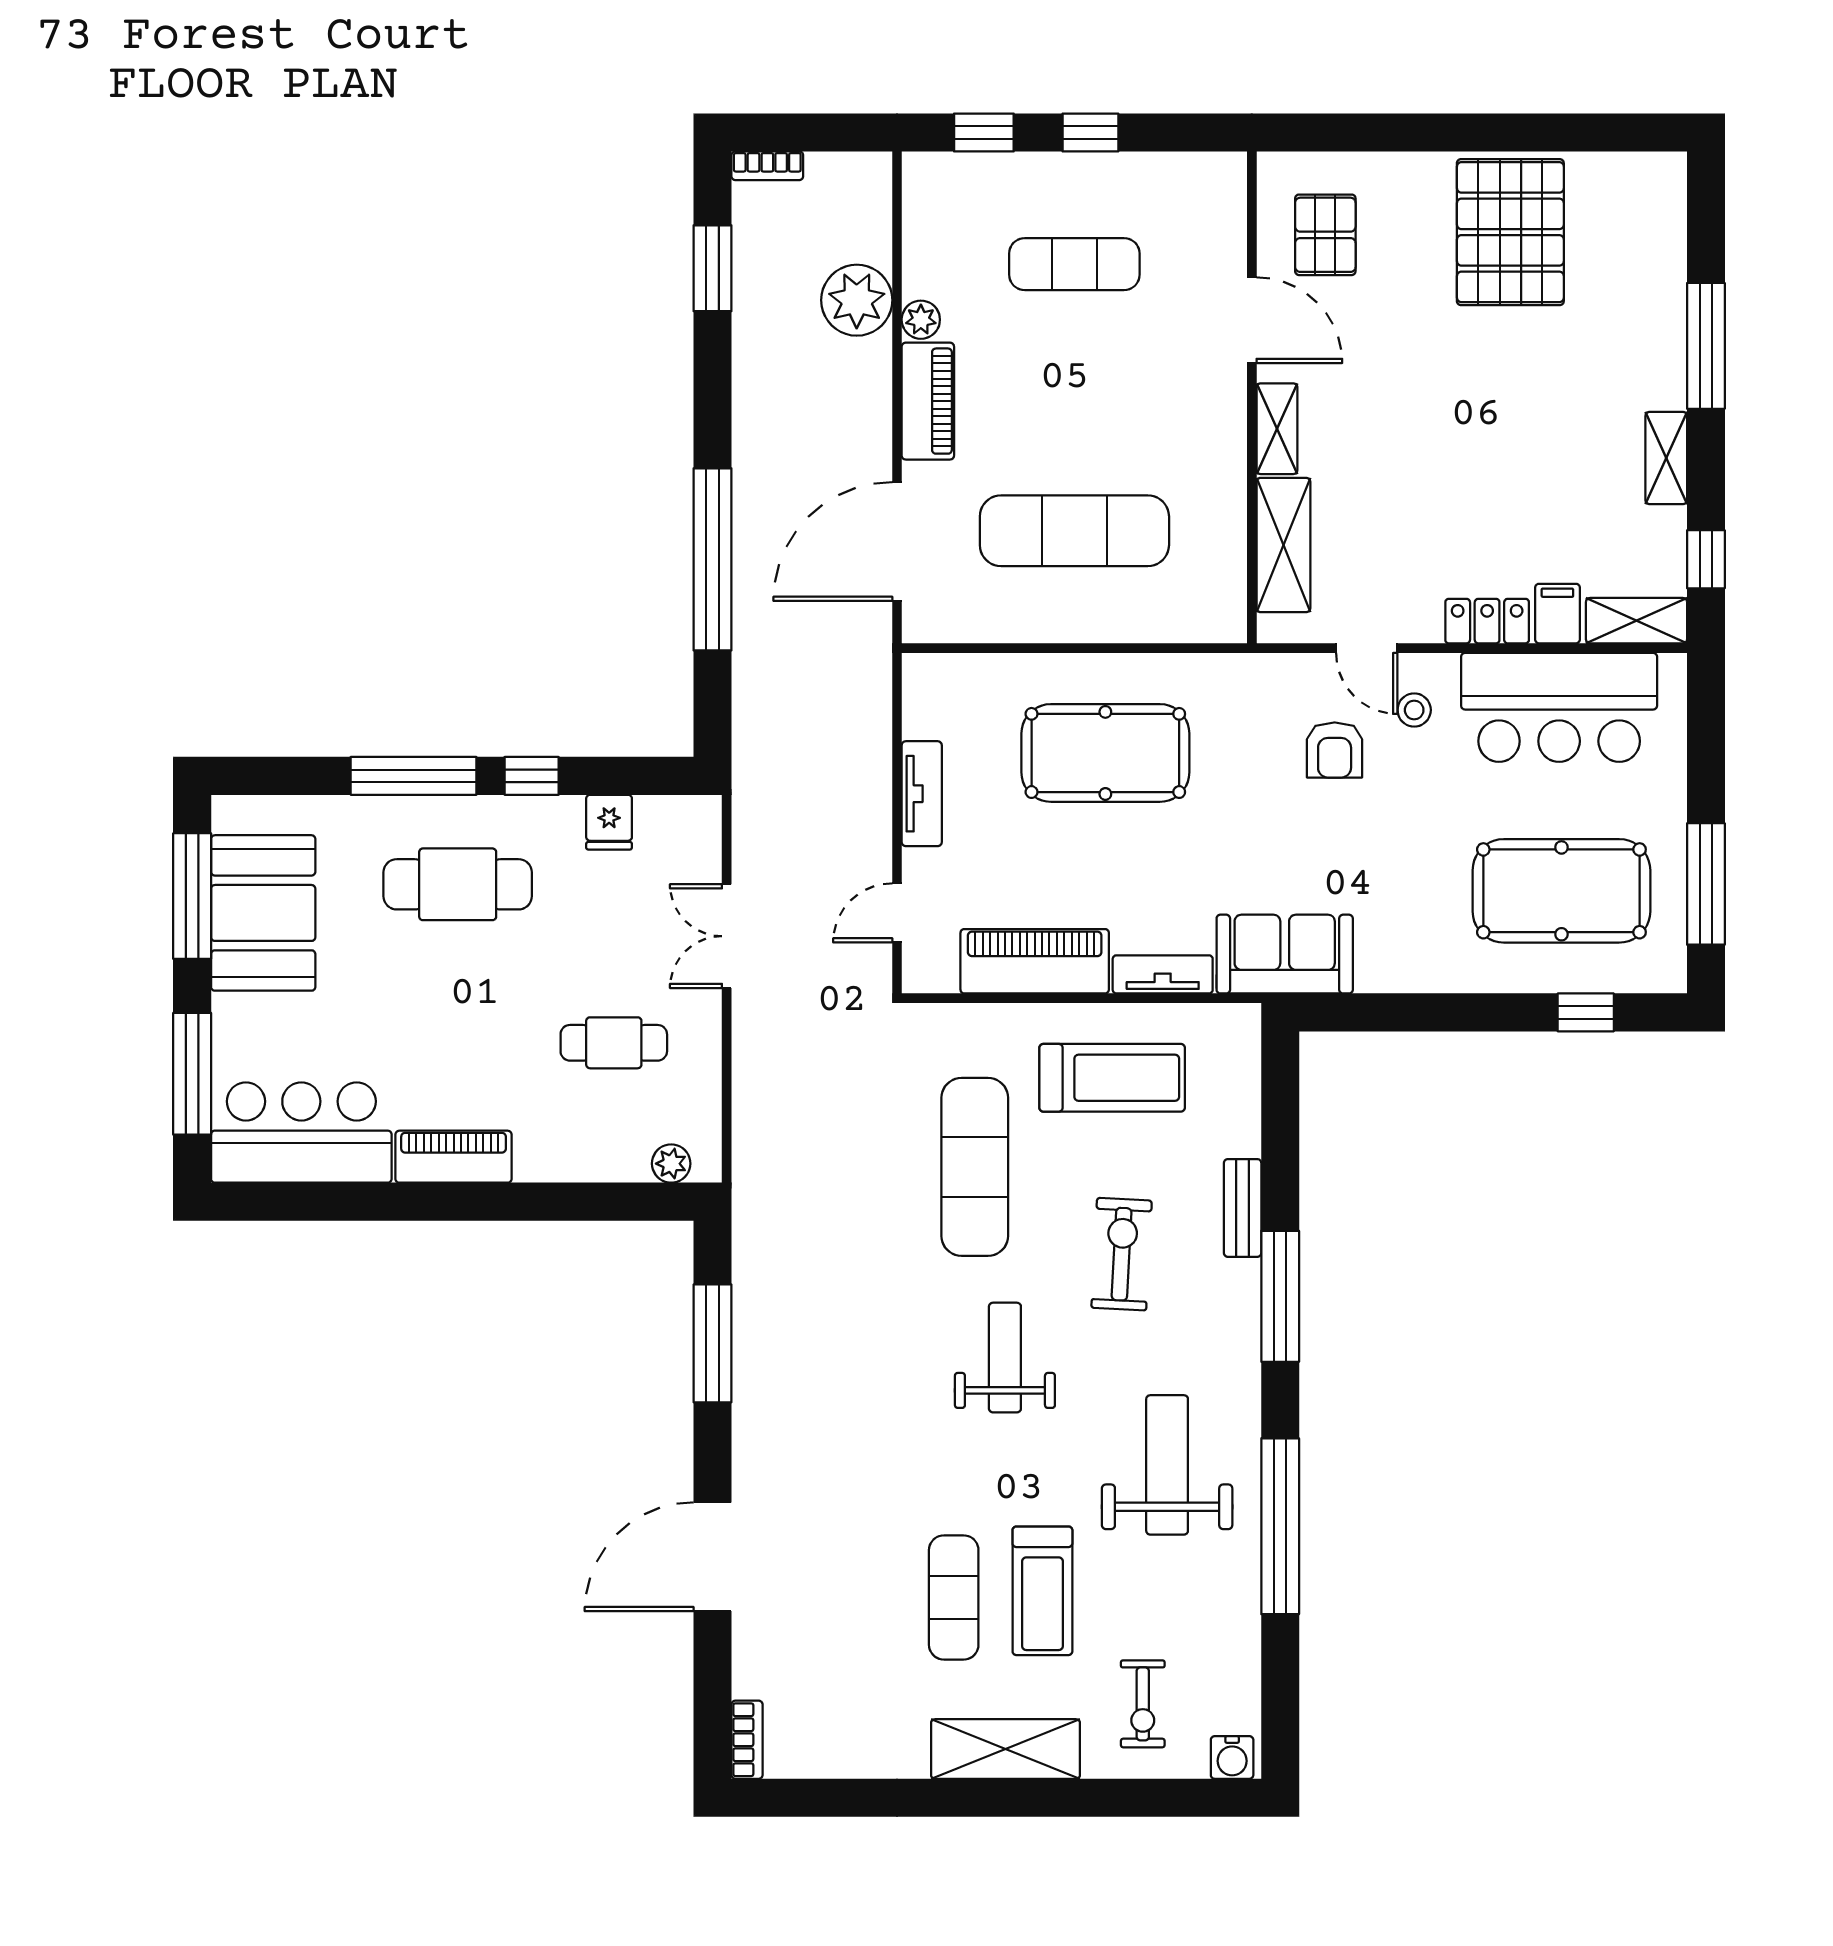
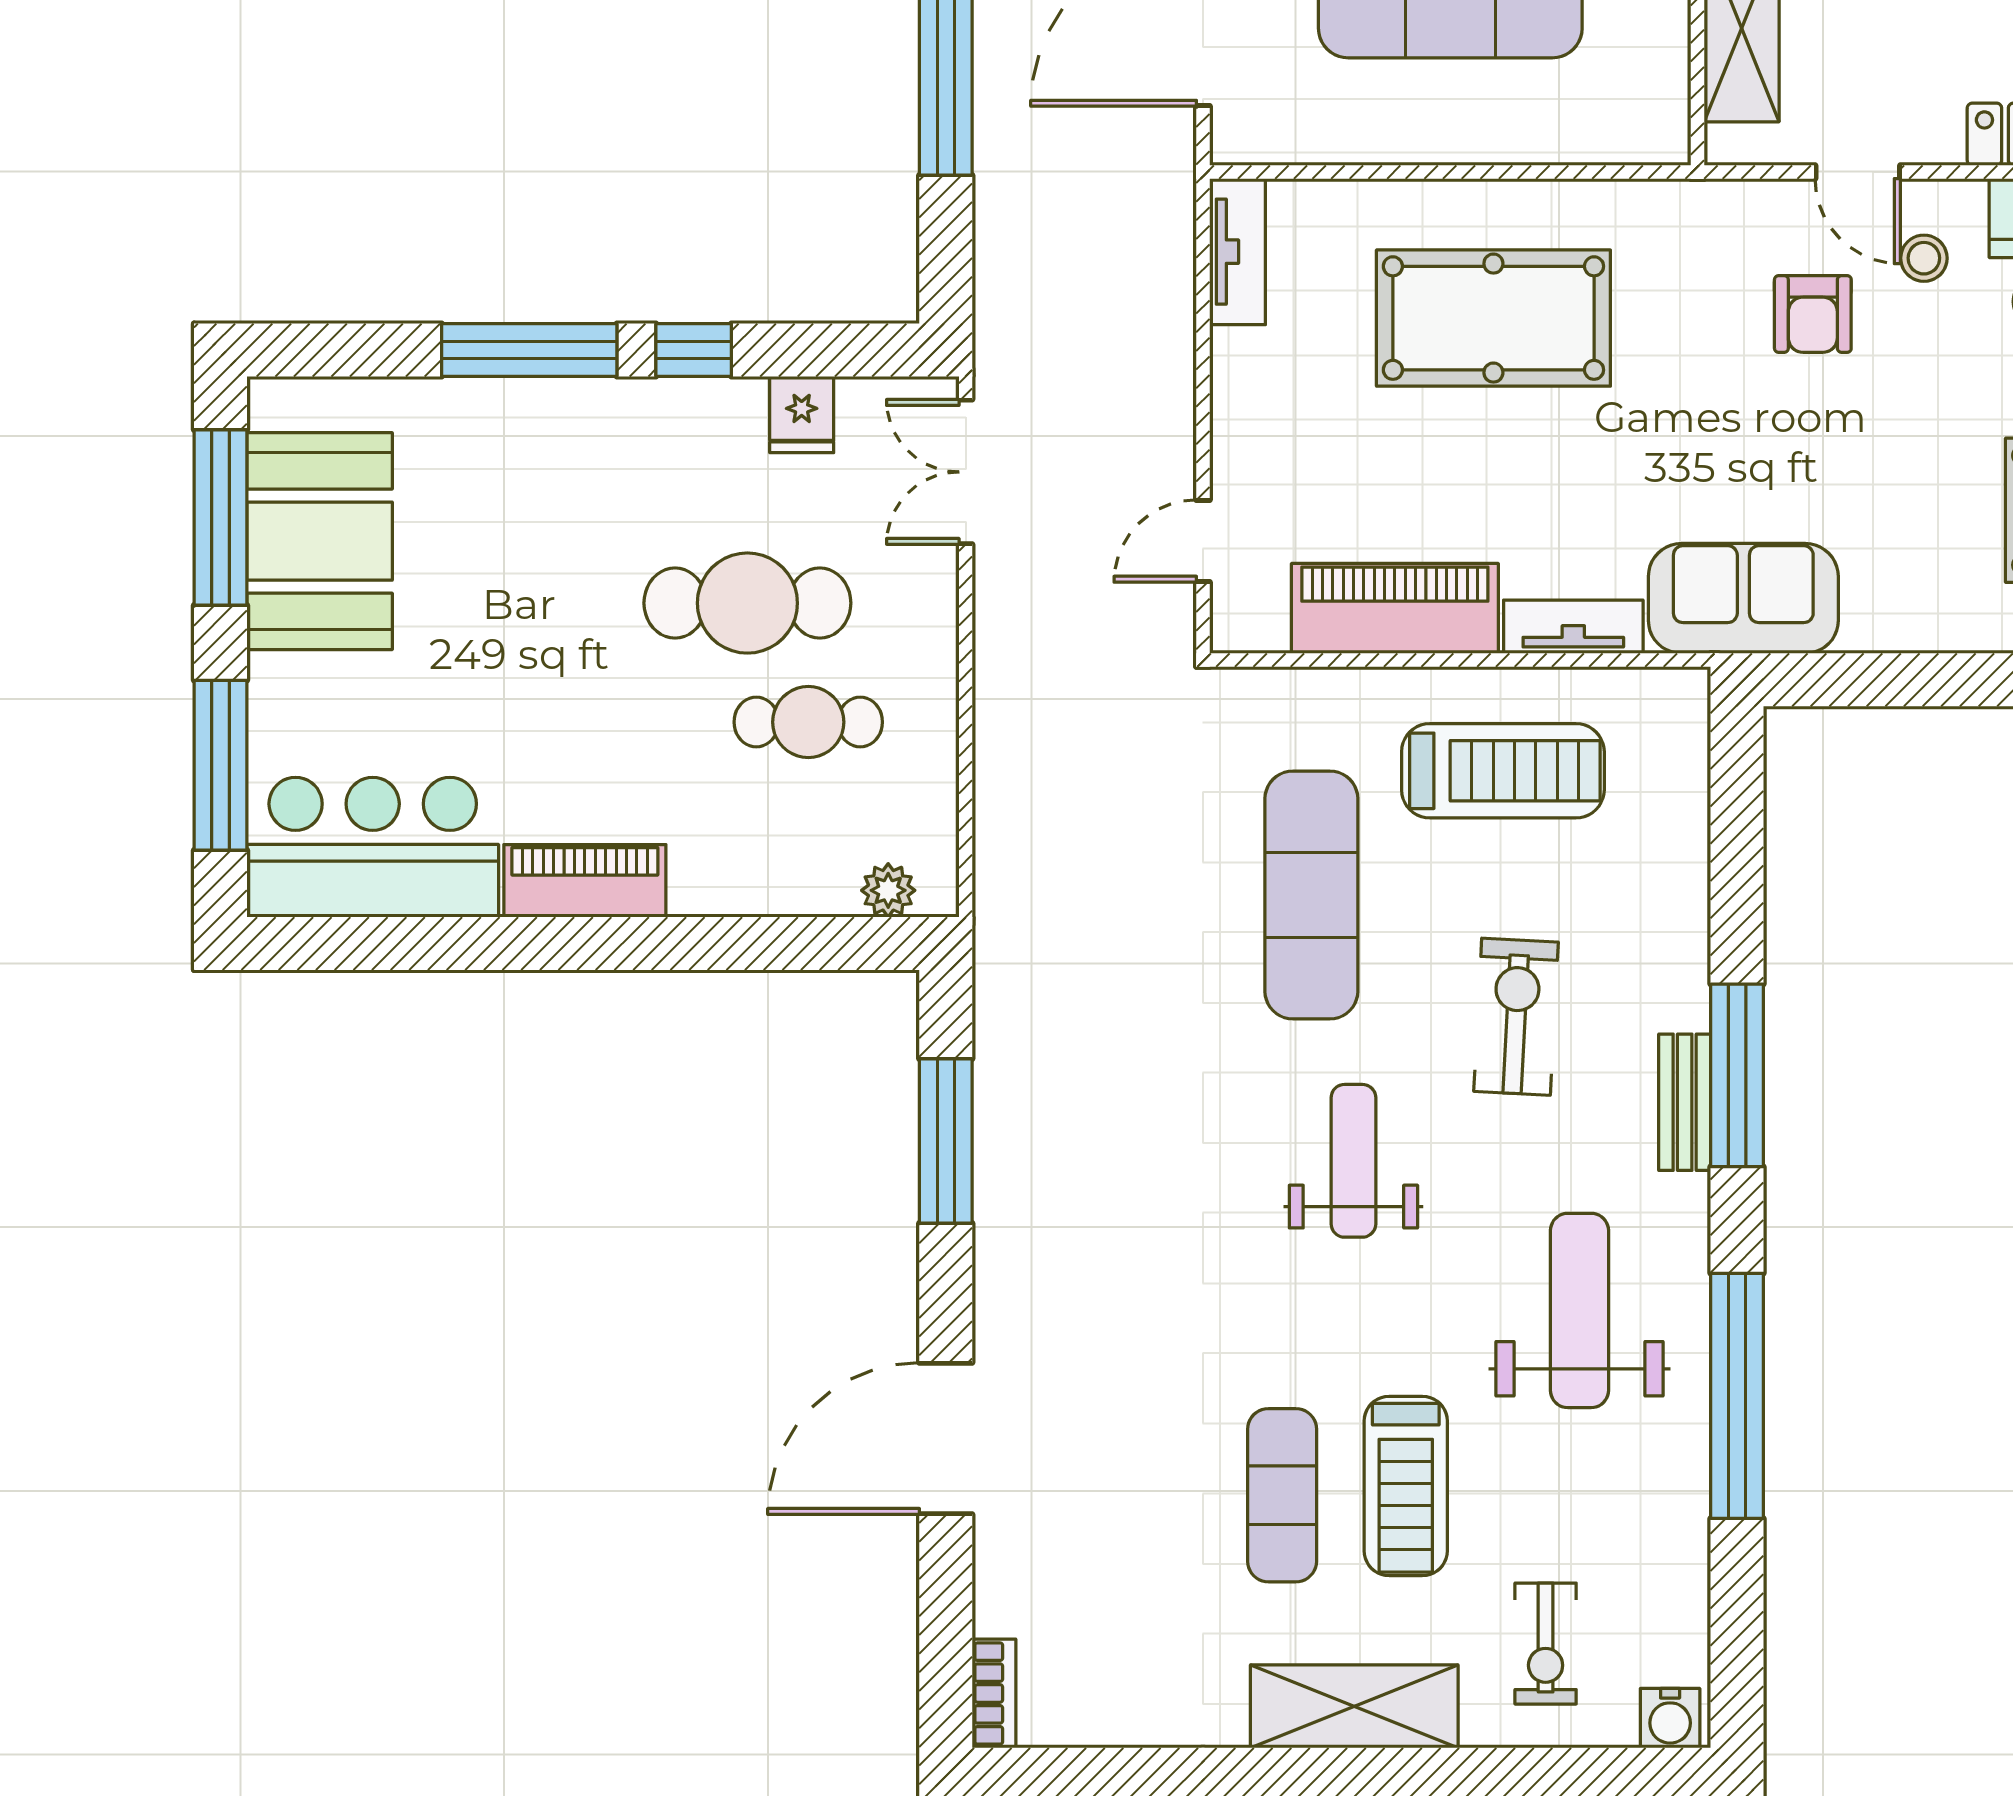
tv unit: (922, 794) -> (1237, 252), moved
cafe table: (458, 884) -> (747, 603), moved
double door: (727, 936) -> (966, 472), moved
bench: (1243, 1208) -> (1685, 1102), moved

